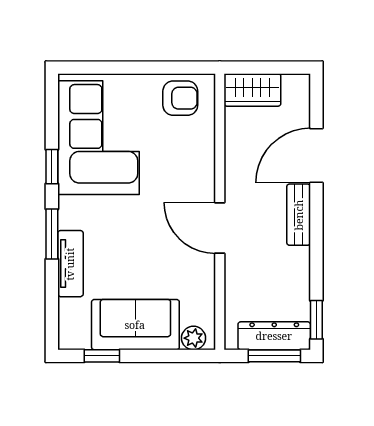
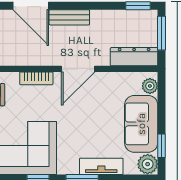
bookcase: (205, 164) -> (36, 78), added
plant: (74, 335) -> (148, 164), added
dresser: (274, 336) -> (134, 57), moved, turned 90

